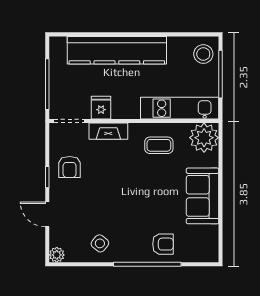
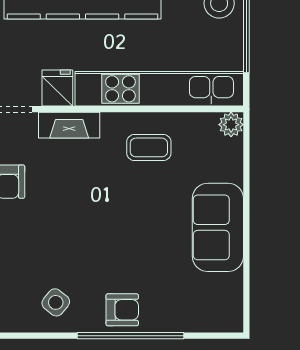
kitchen unit: (180, 108) -> (159, 89), width x1.36
plant: (204, 138) -> (231, 125), width x0.53, depth x0.53
armchair: (163, 244) -> (122, 310), moved

